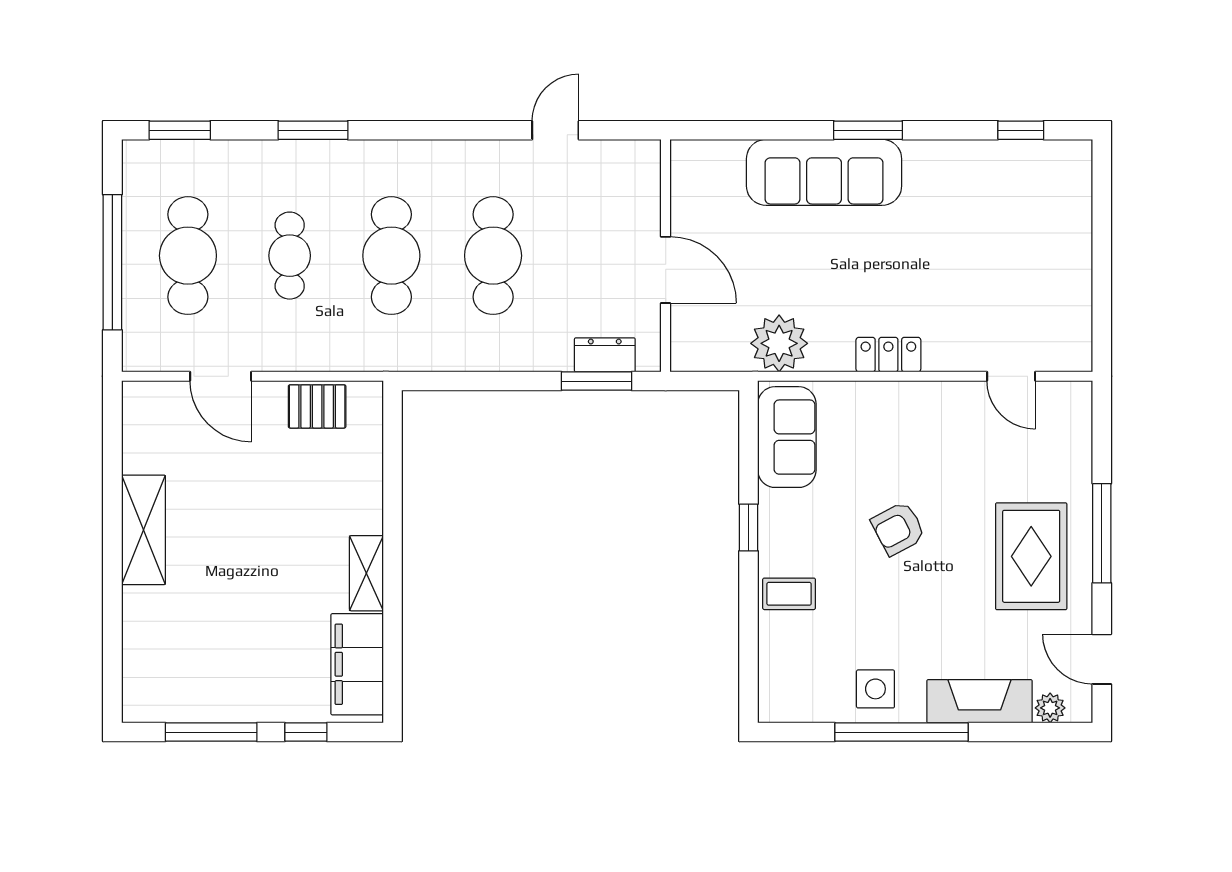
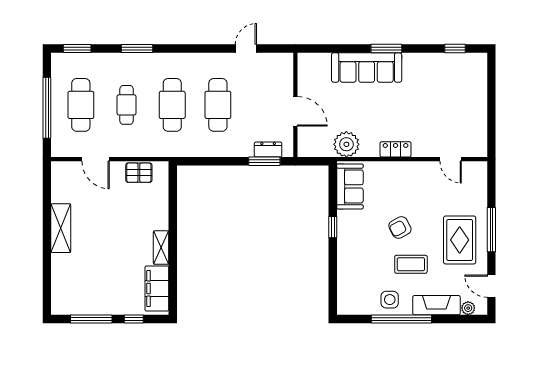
coffee table: (789, 594) -> (411, 264), moved, width x1.36, depth x1.30

